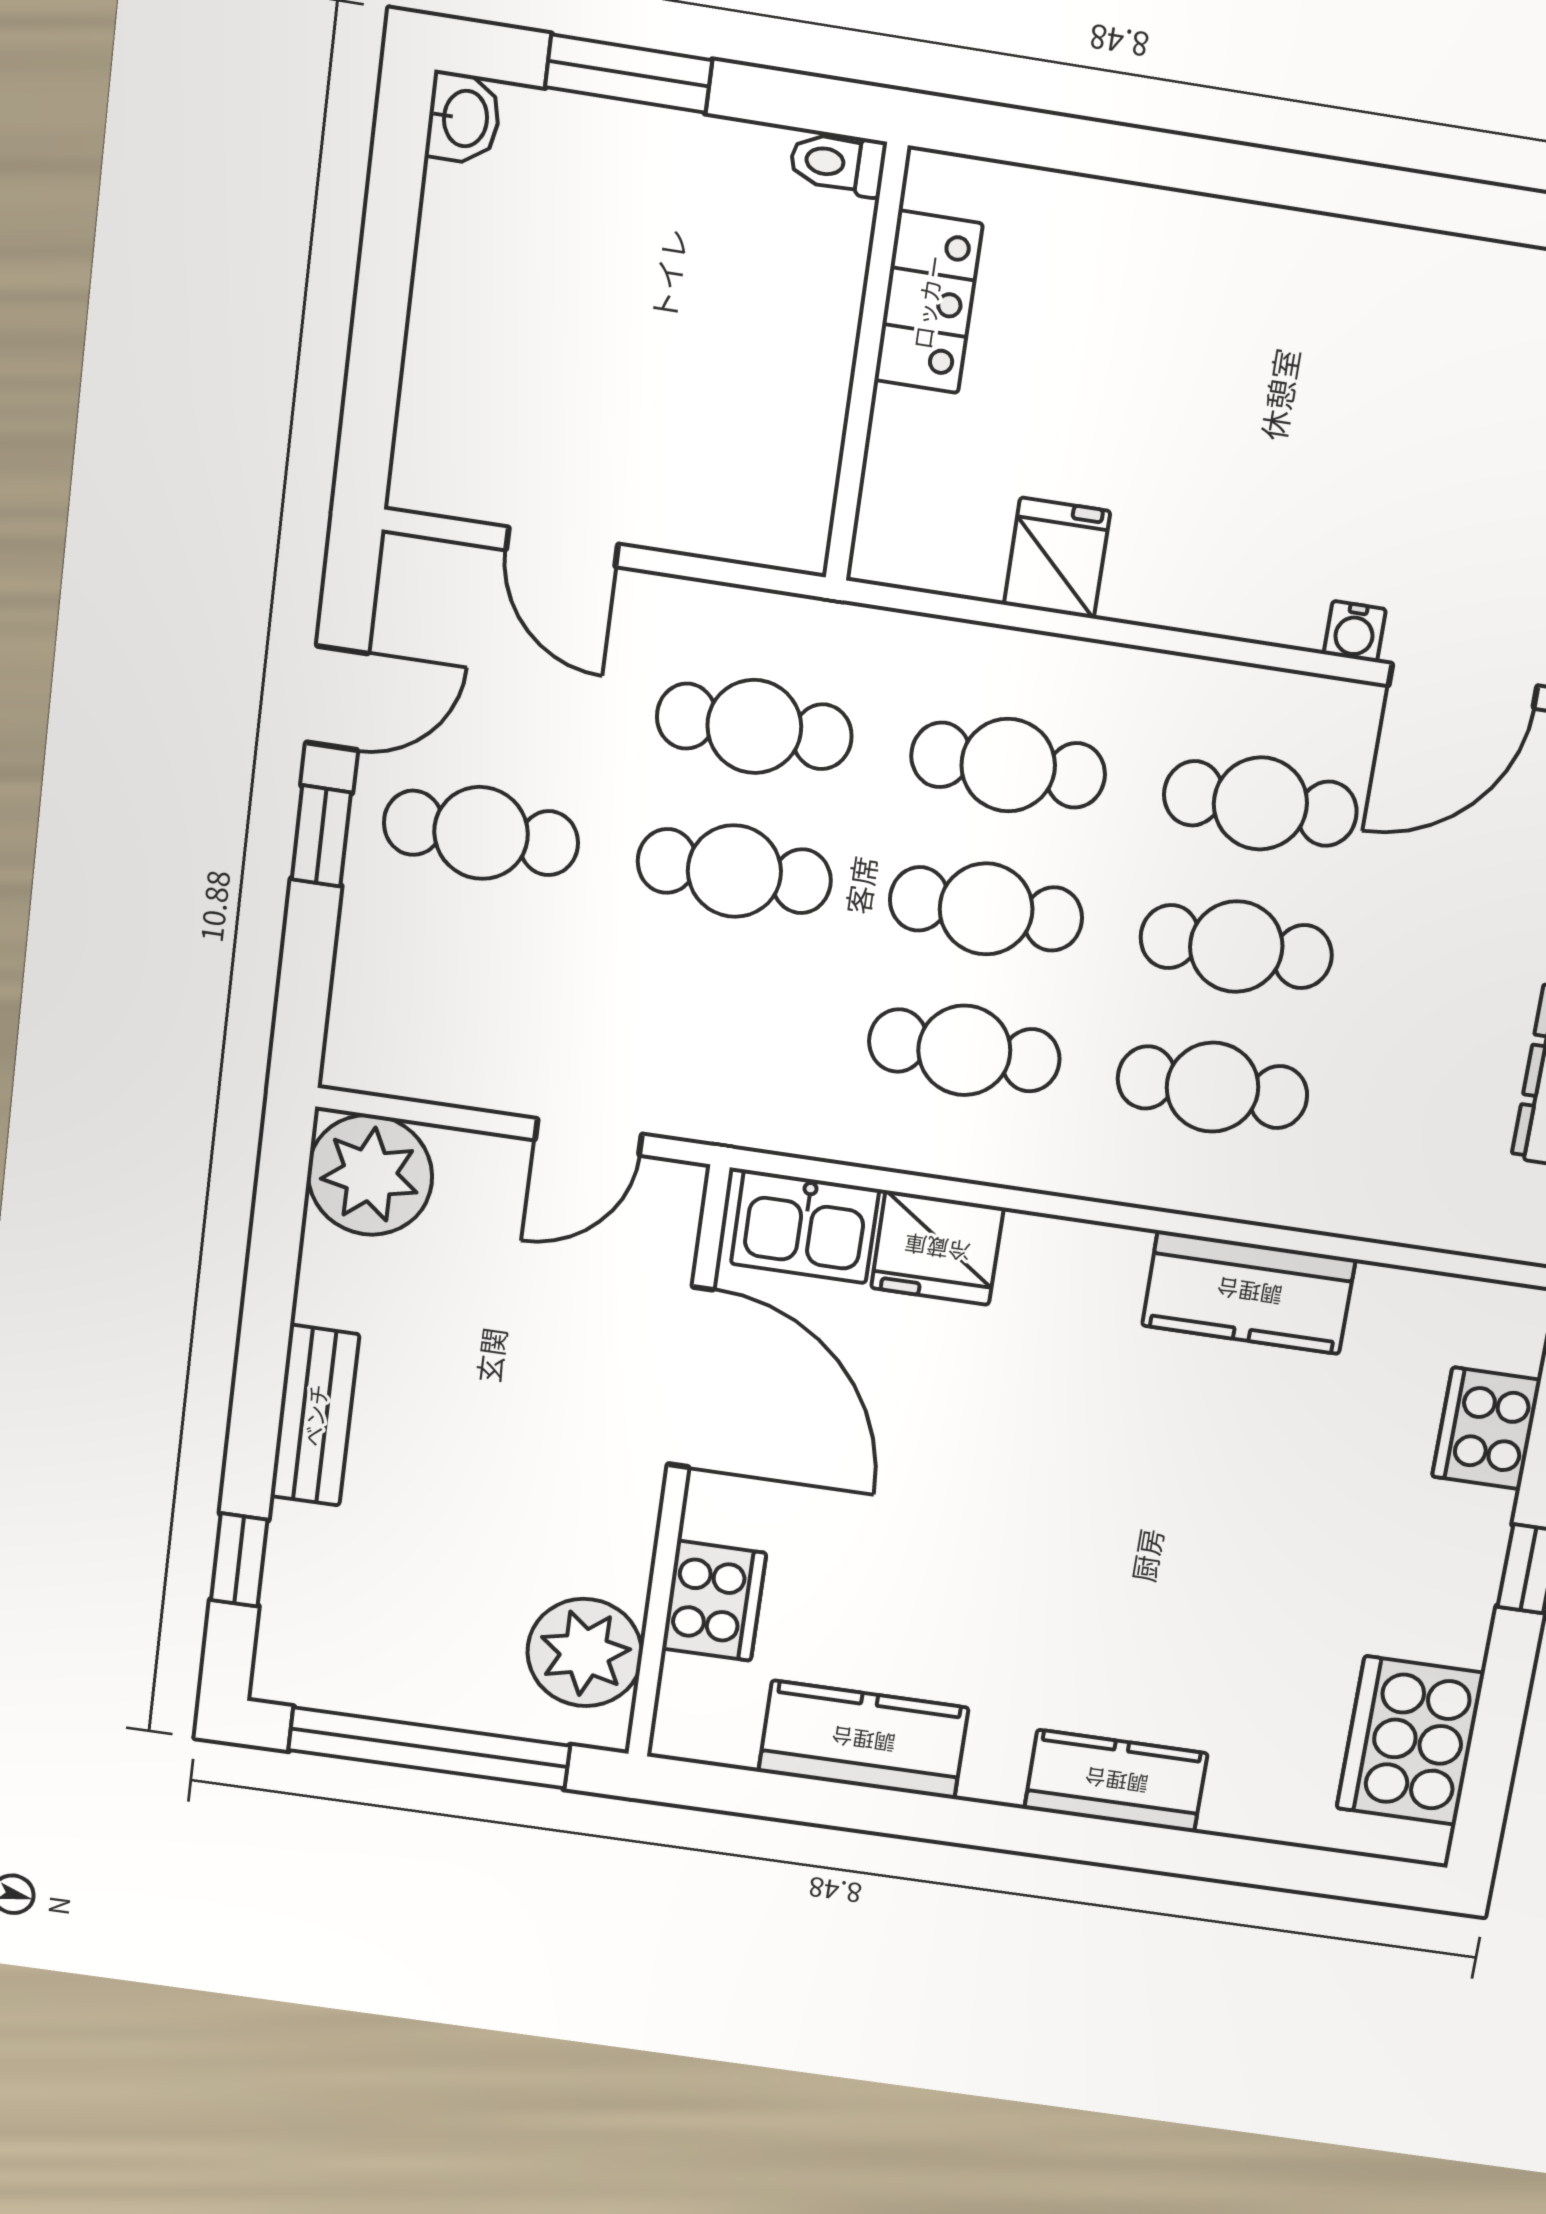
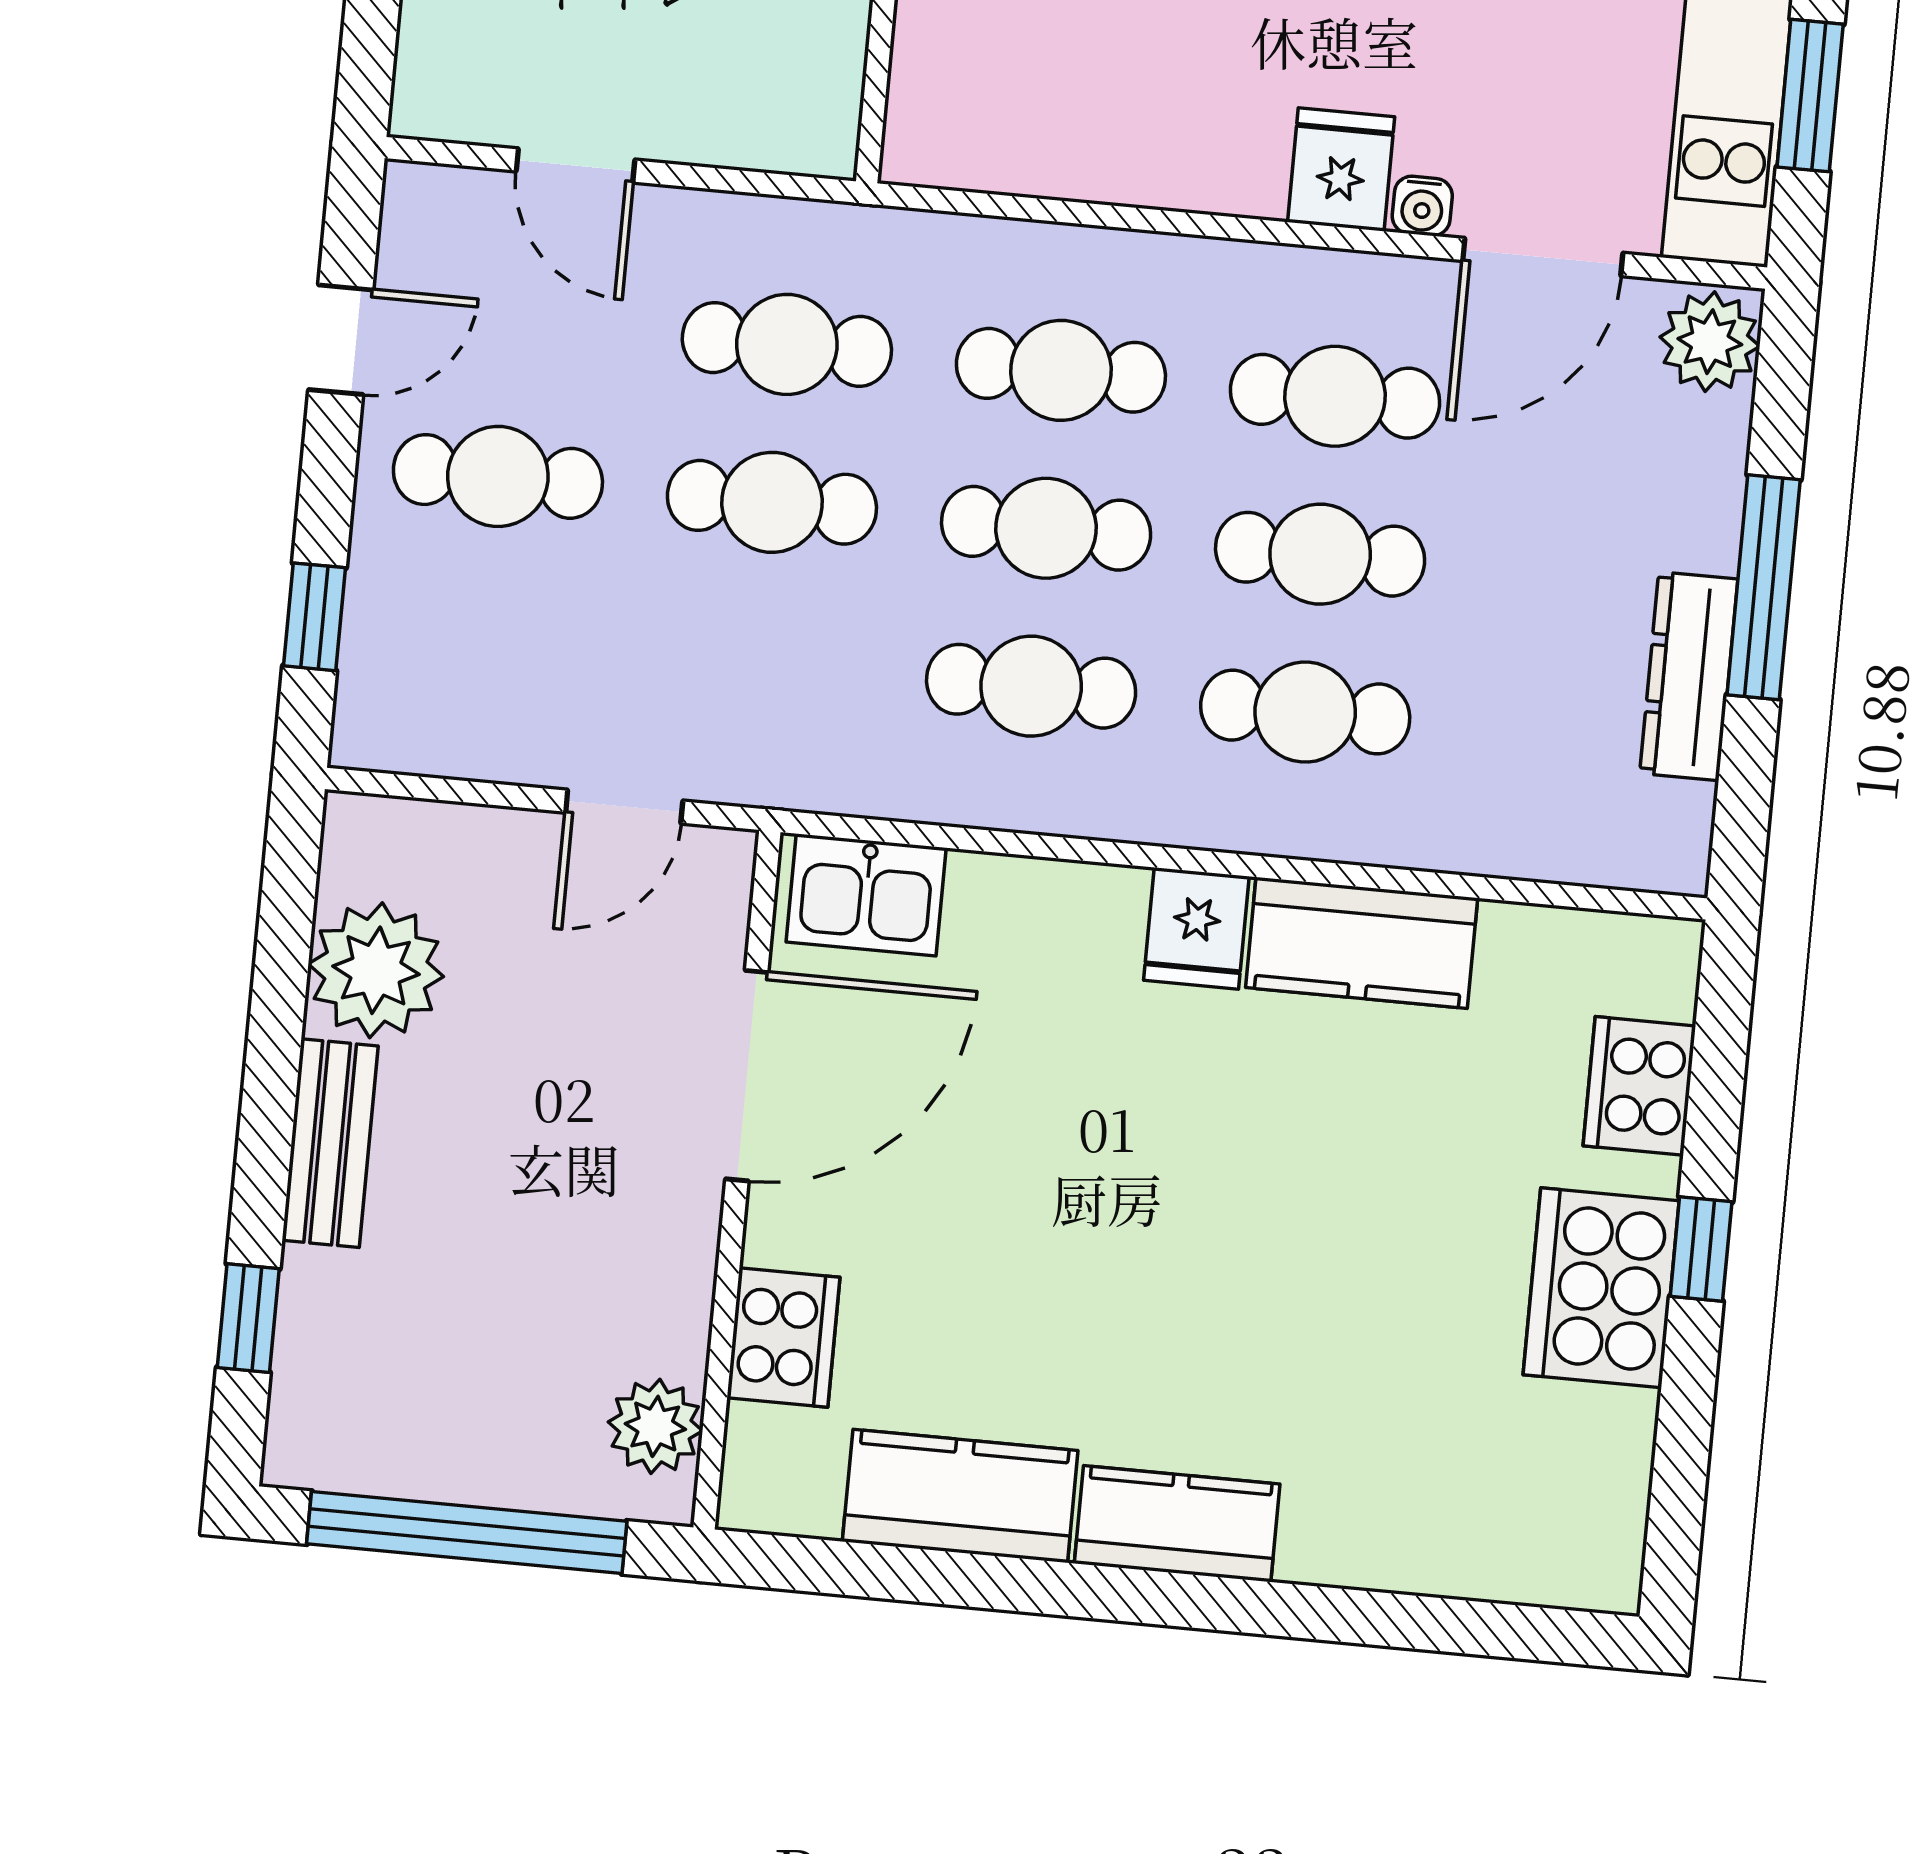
fridge: (1057, 558) -> (1341, 169), moved
window: (321, 836) -> (314, 617), moved
plant: (370, 1175) -> (376, 970), moved
fridge: (937, 1248) -> (1196, 928), moved, width x0.72
door: (691, 1377) -> (747, 1076), hinge flipped
plant: (585, 1653) -> (655, 1426), width x0.73, depth x0.73
cooker: (1410, 1741) -> (1601, 1288), moved
kitchen counter: (1116, 1781) -> (1177, 1524), moved

